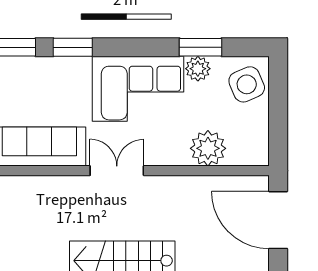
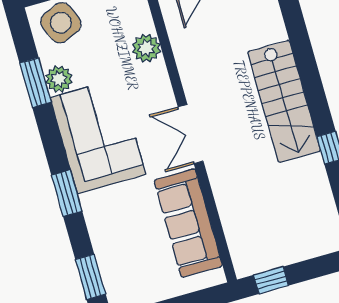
window: (73, 47) -> (67, 193), moved
plant: (208, 148) -> (146, 48), width x0.73, depth x0.73

